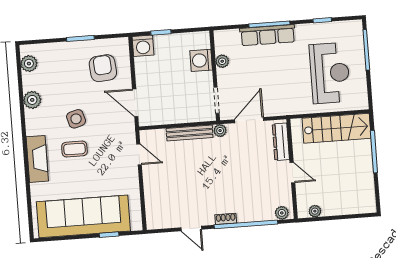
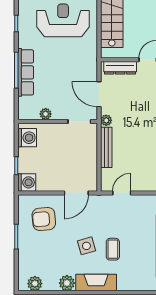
washing machine: (201, 60) -> (27, 138), moved, turned -90
fireplace: (37, 159) -> (96, 283), moved

